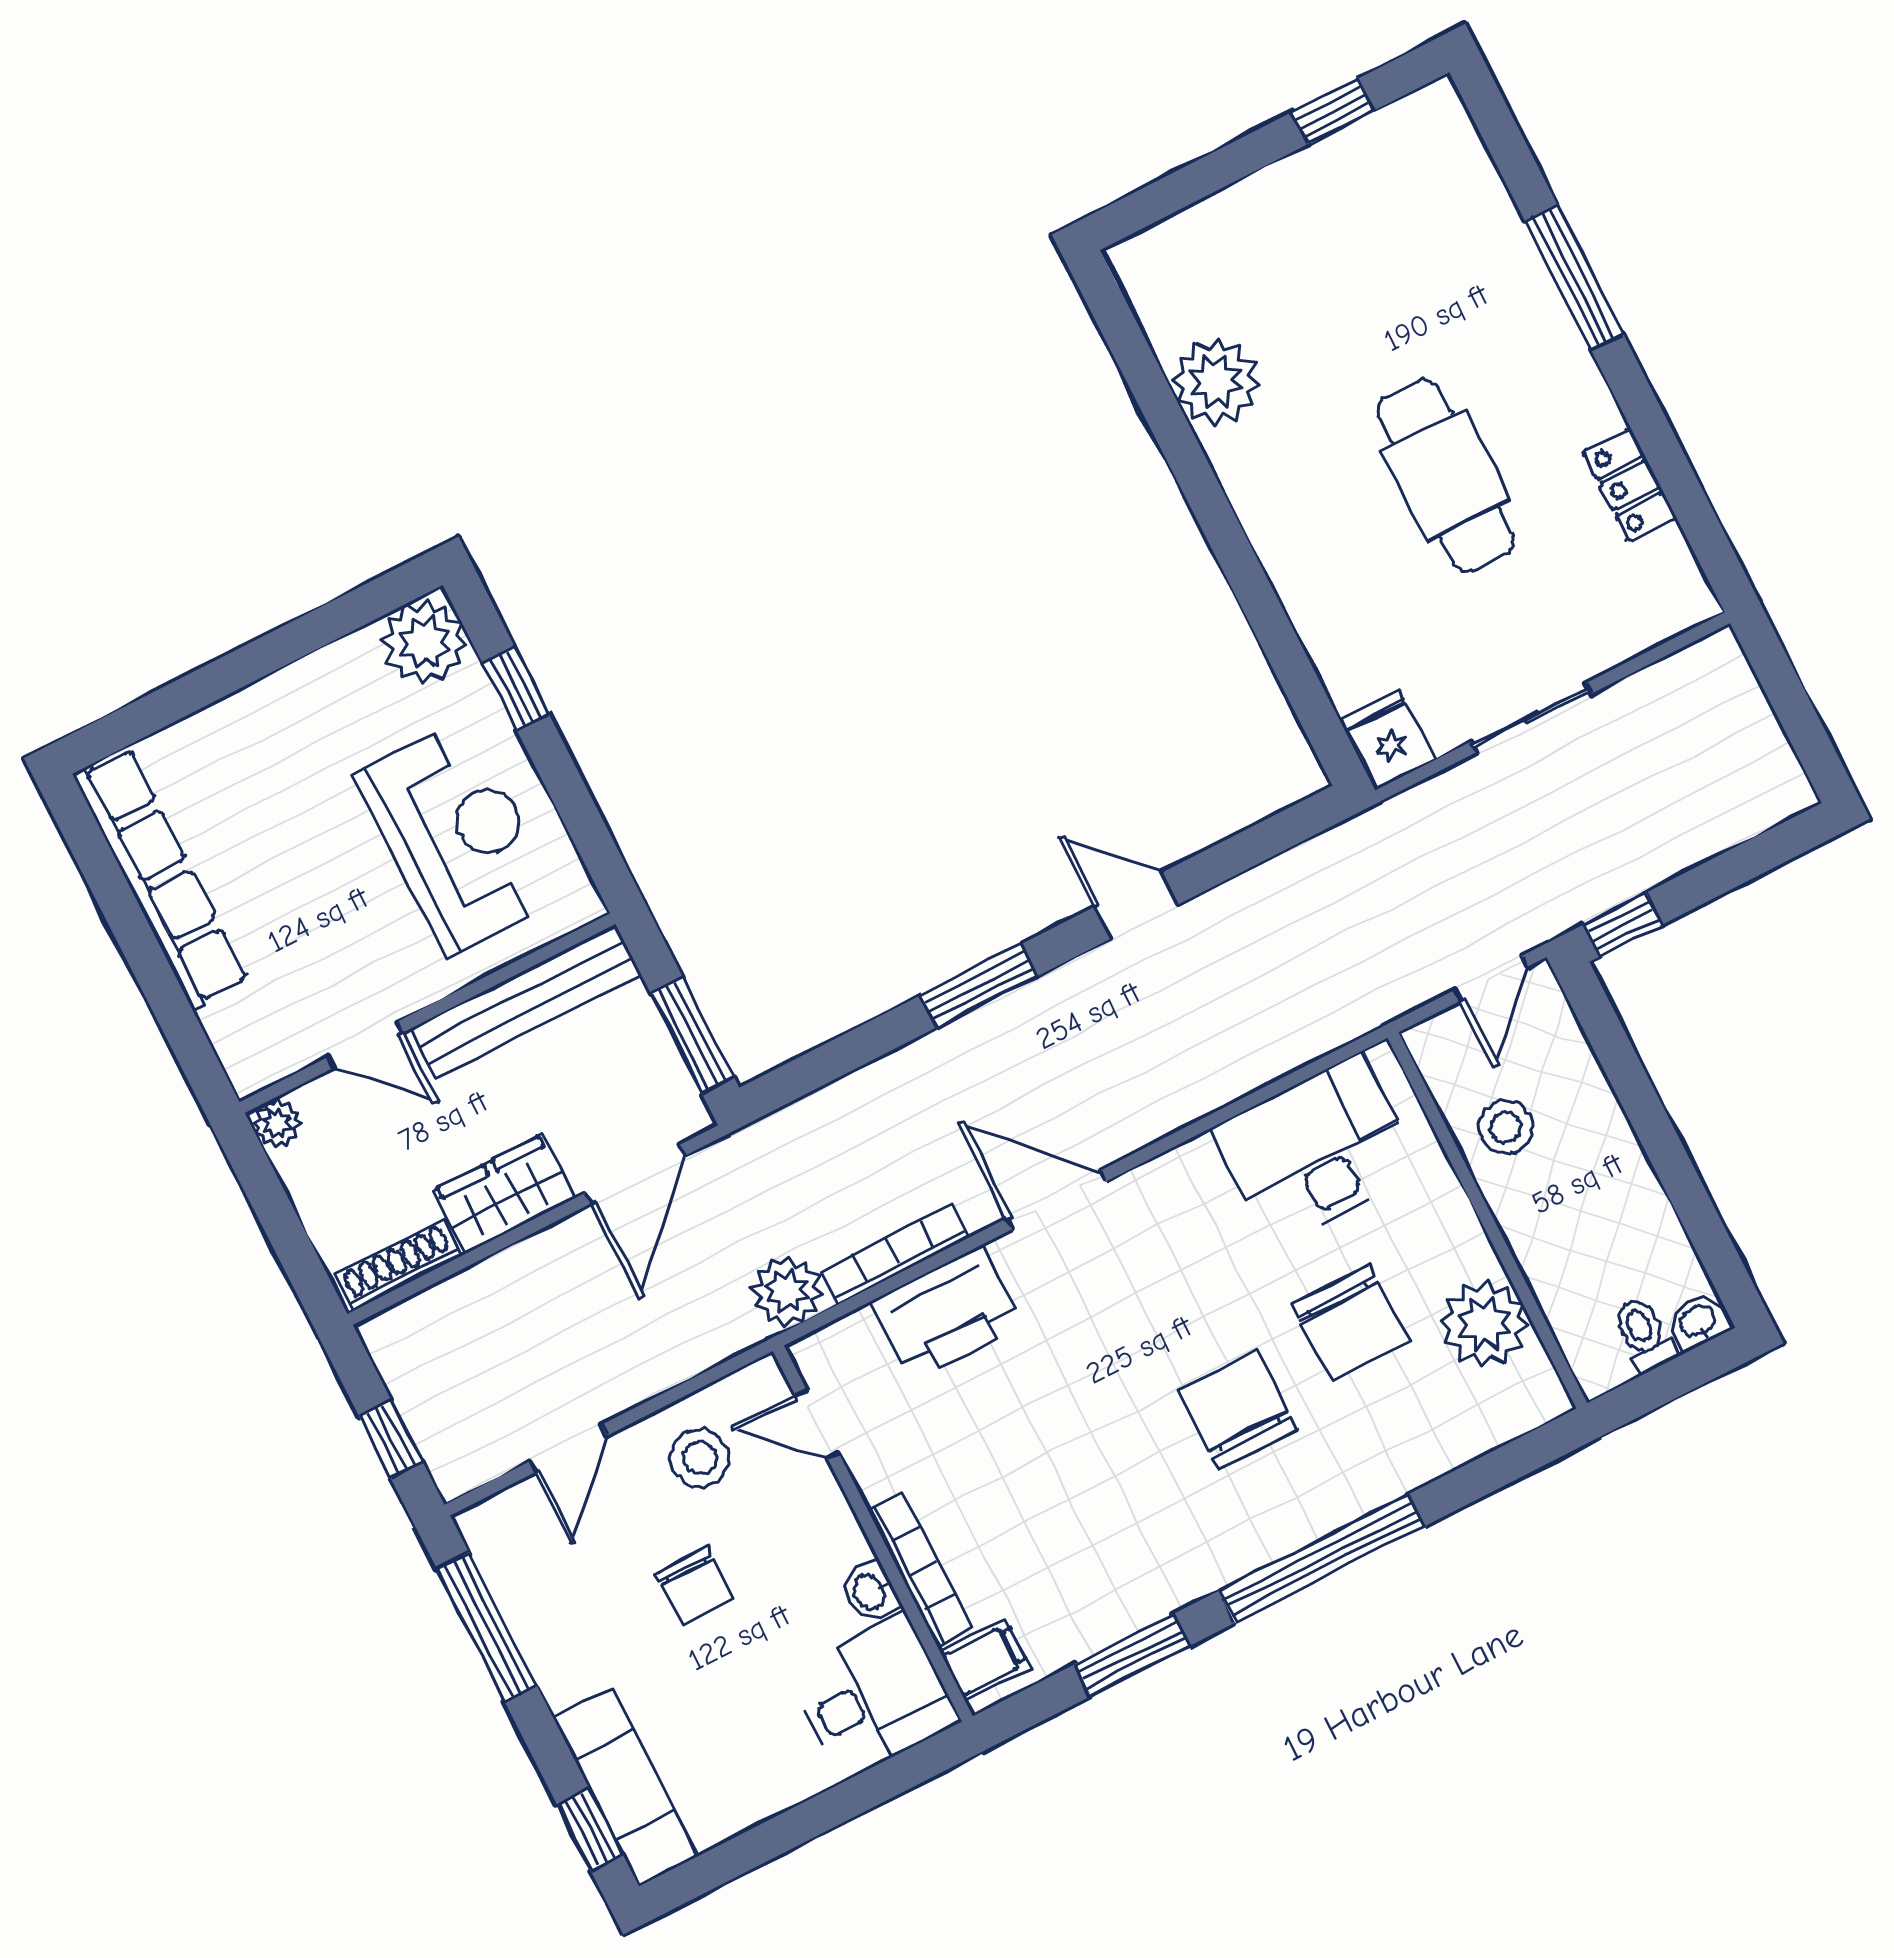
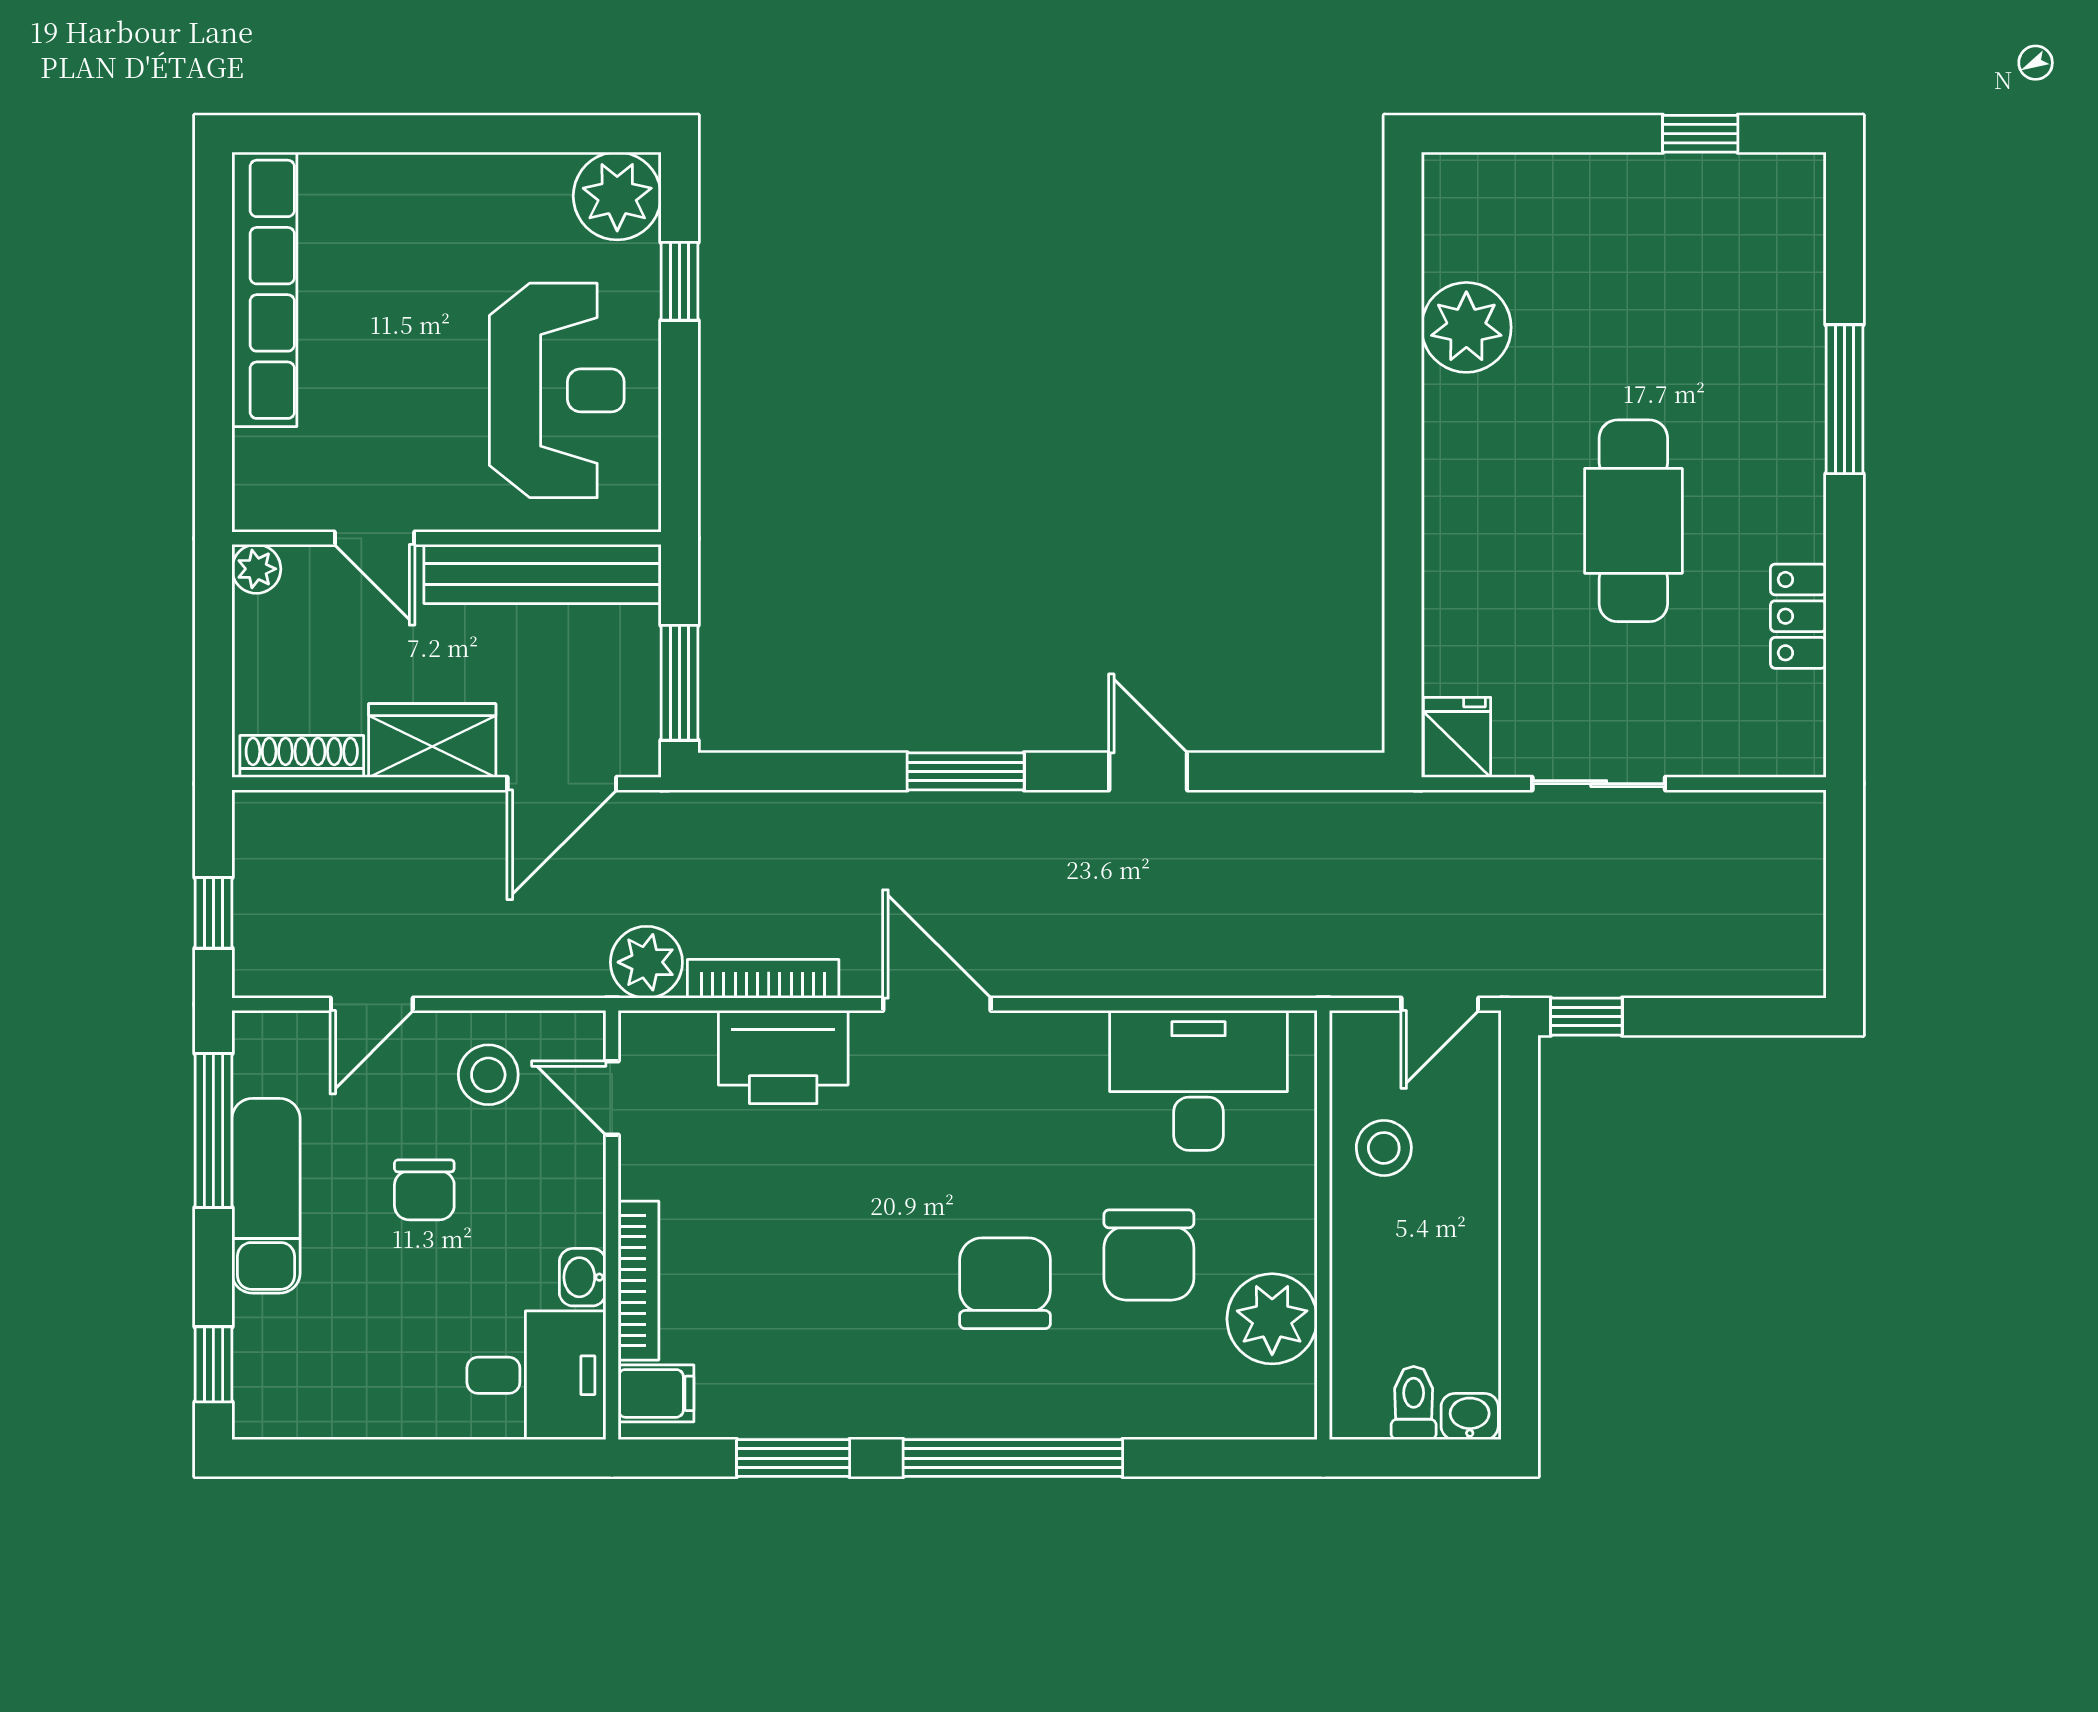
exam couch: (625, 1787) -> (266, 1196), moved

